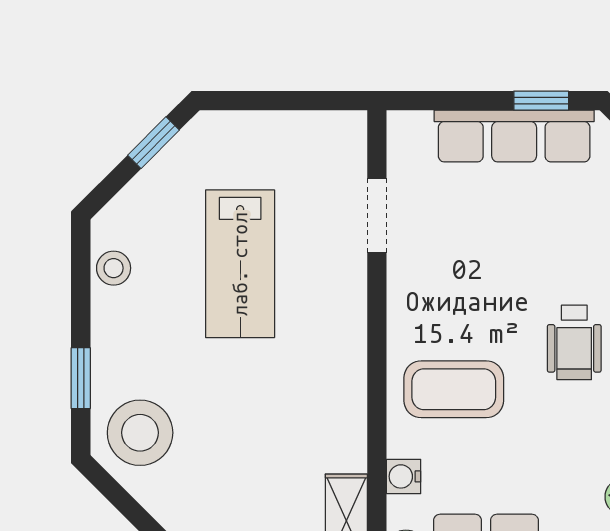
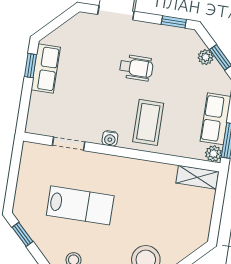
row of seats: (514, 136) -> (46, 69), width x0.68
water cooler: (404, 476) -> (110, 138), moved

